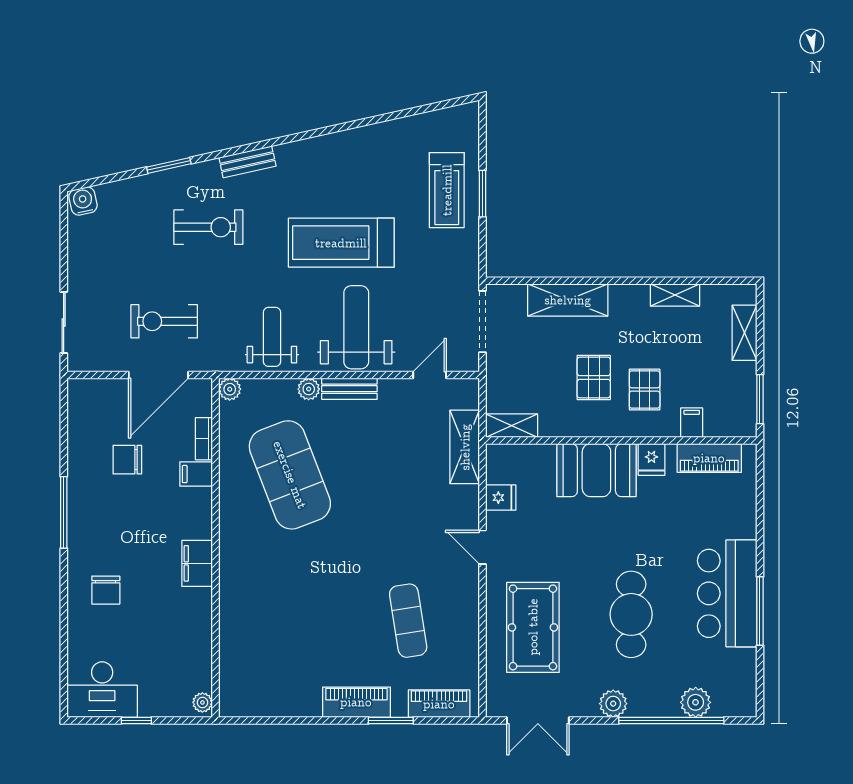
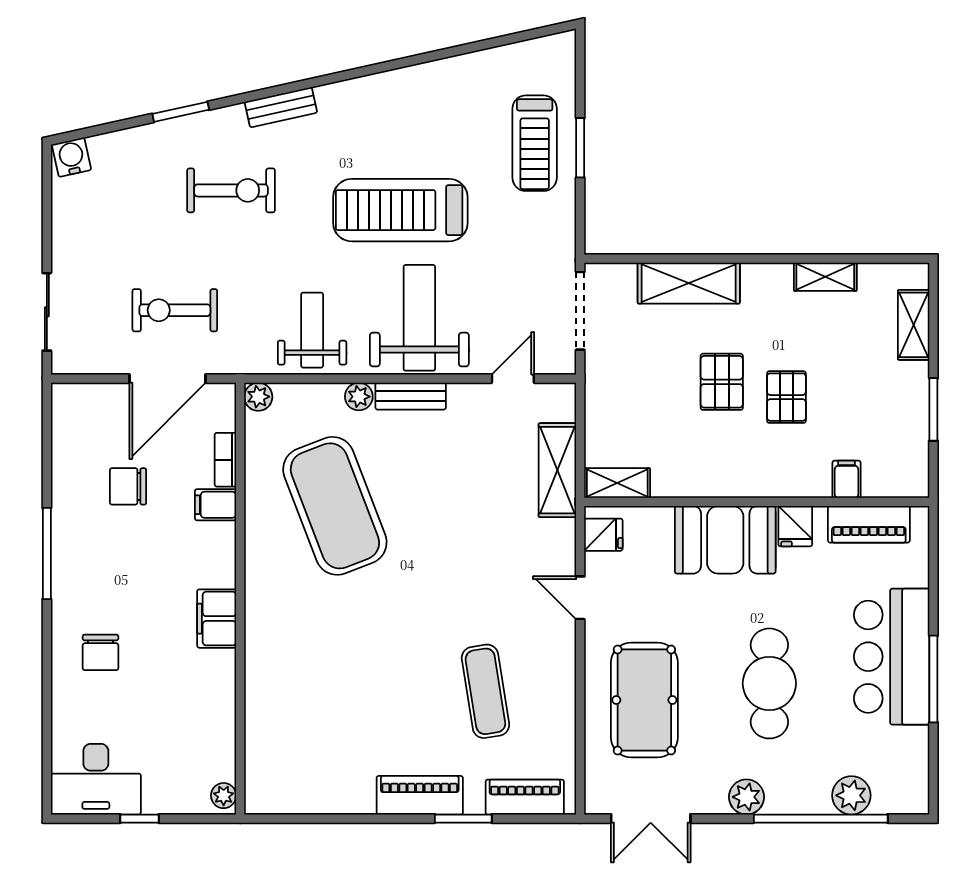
filing cabinet: (692, 423) -> (847, 479), moved
shelving: (512, 426) -> (617, 483), moved
wall: (621, 440) -> (757, 502), moved
piano: (709, 458) -> (869, 524), moved
fridge: (651, 459) -> (795, 526), moved
booth: (596, 470) -> (725, 540), moved

